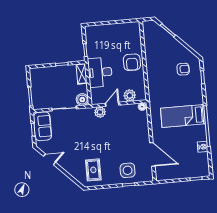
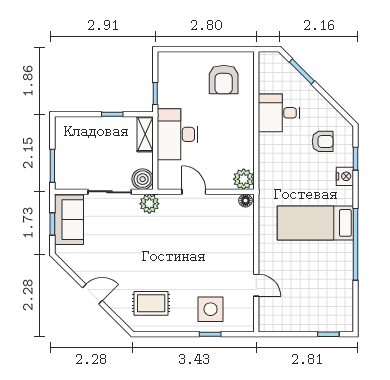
desk: (157, 55) -> (279, 113), added
armchair: (132, 62) -> (224, 80), moved
plant: (130, 95) -> (244, 179), moved
door: (112, 104) -> (194, 192), hinge flipped
plant: (100, 112) -> (149, 204), moved
nightstand: (203, 147) -> (345, 176), moved
door: (152, 154) -> (256, 285), width x0.53
door: (50, 159) -> (92, 294), moved
rug: (93, 170) -> (151, 303), turned 90

